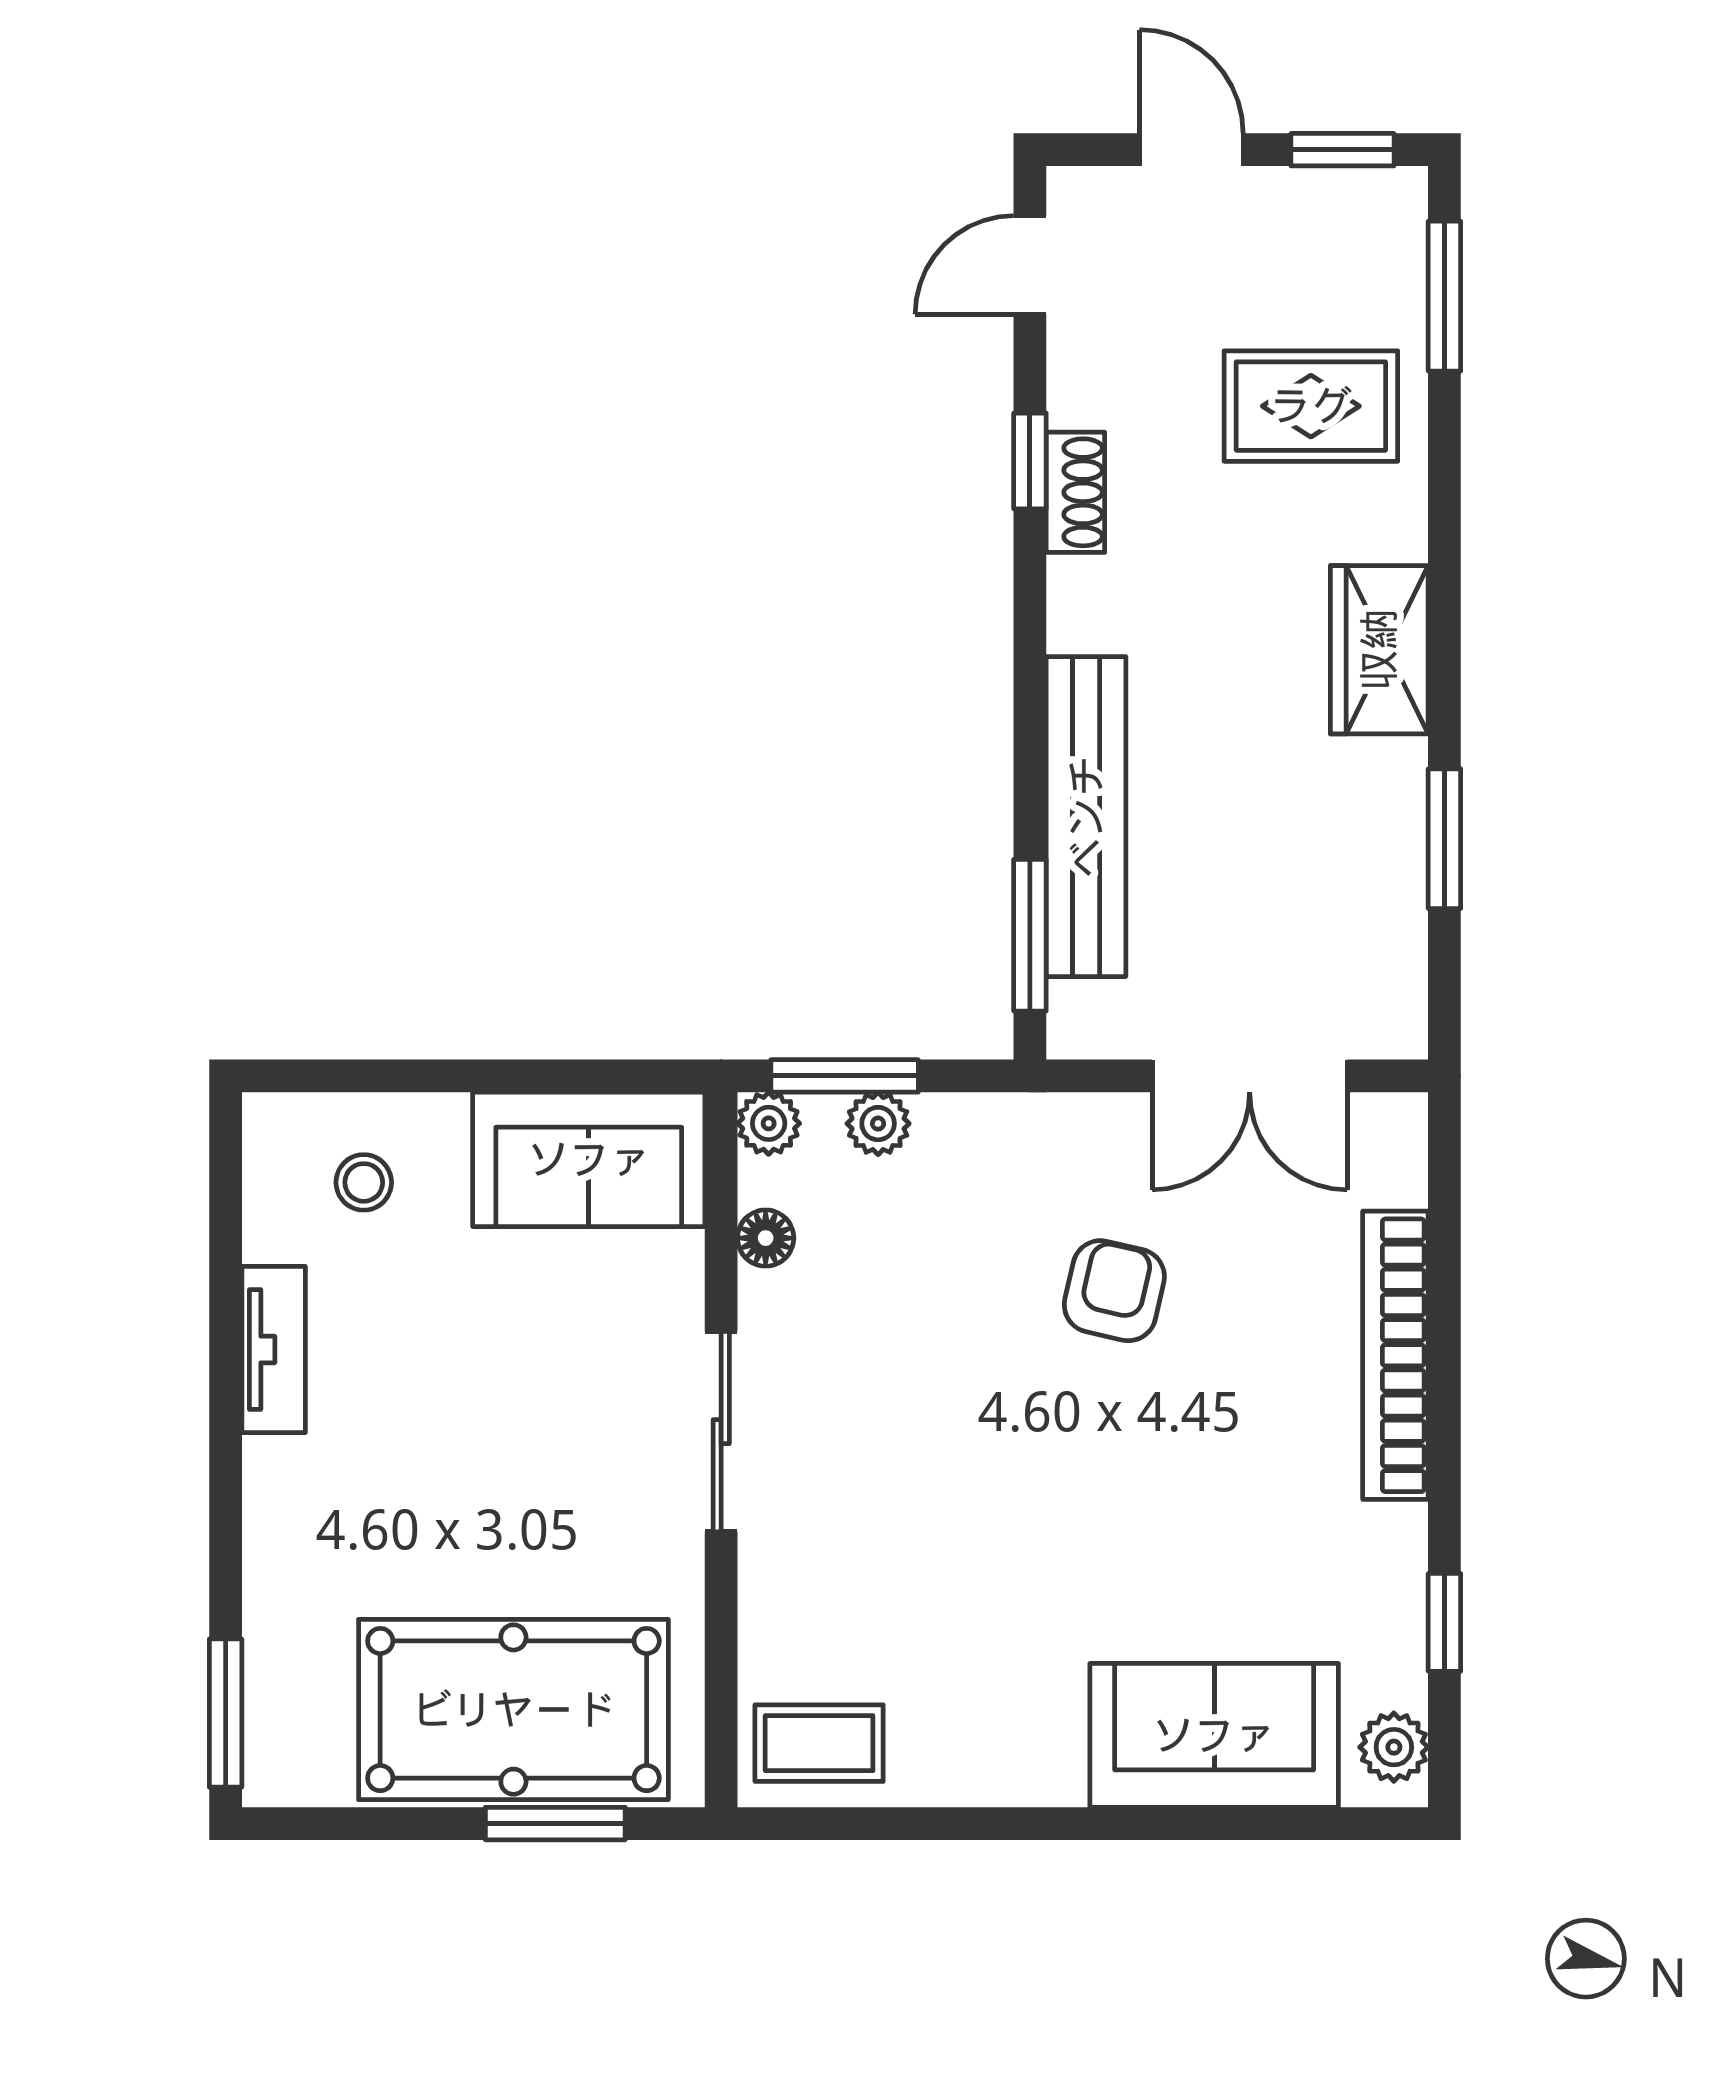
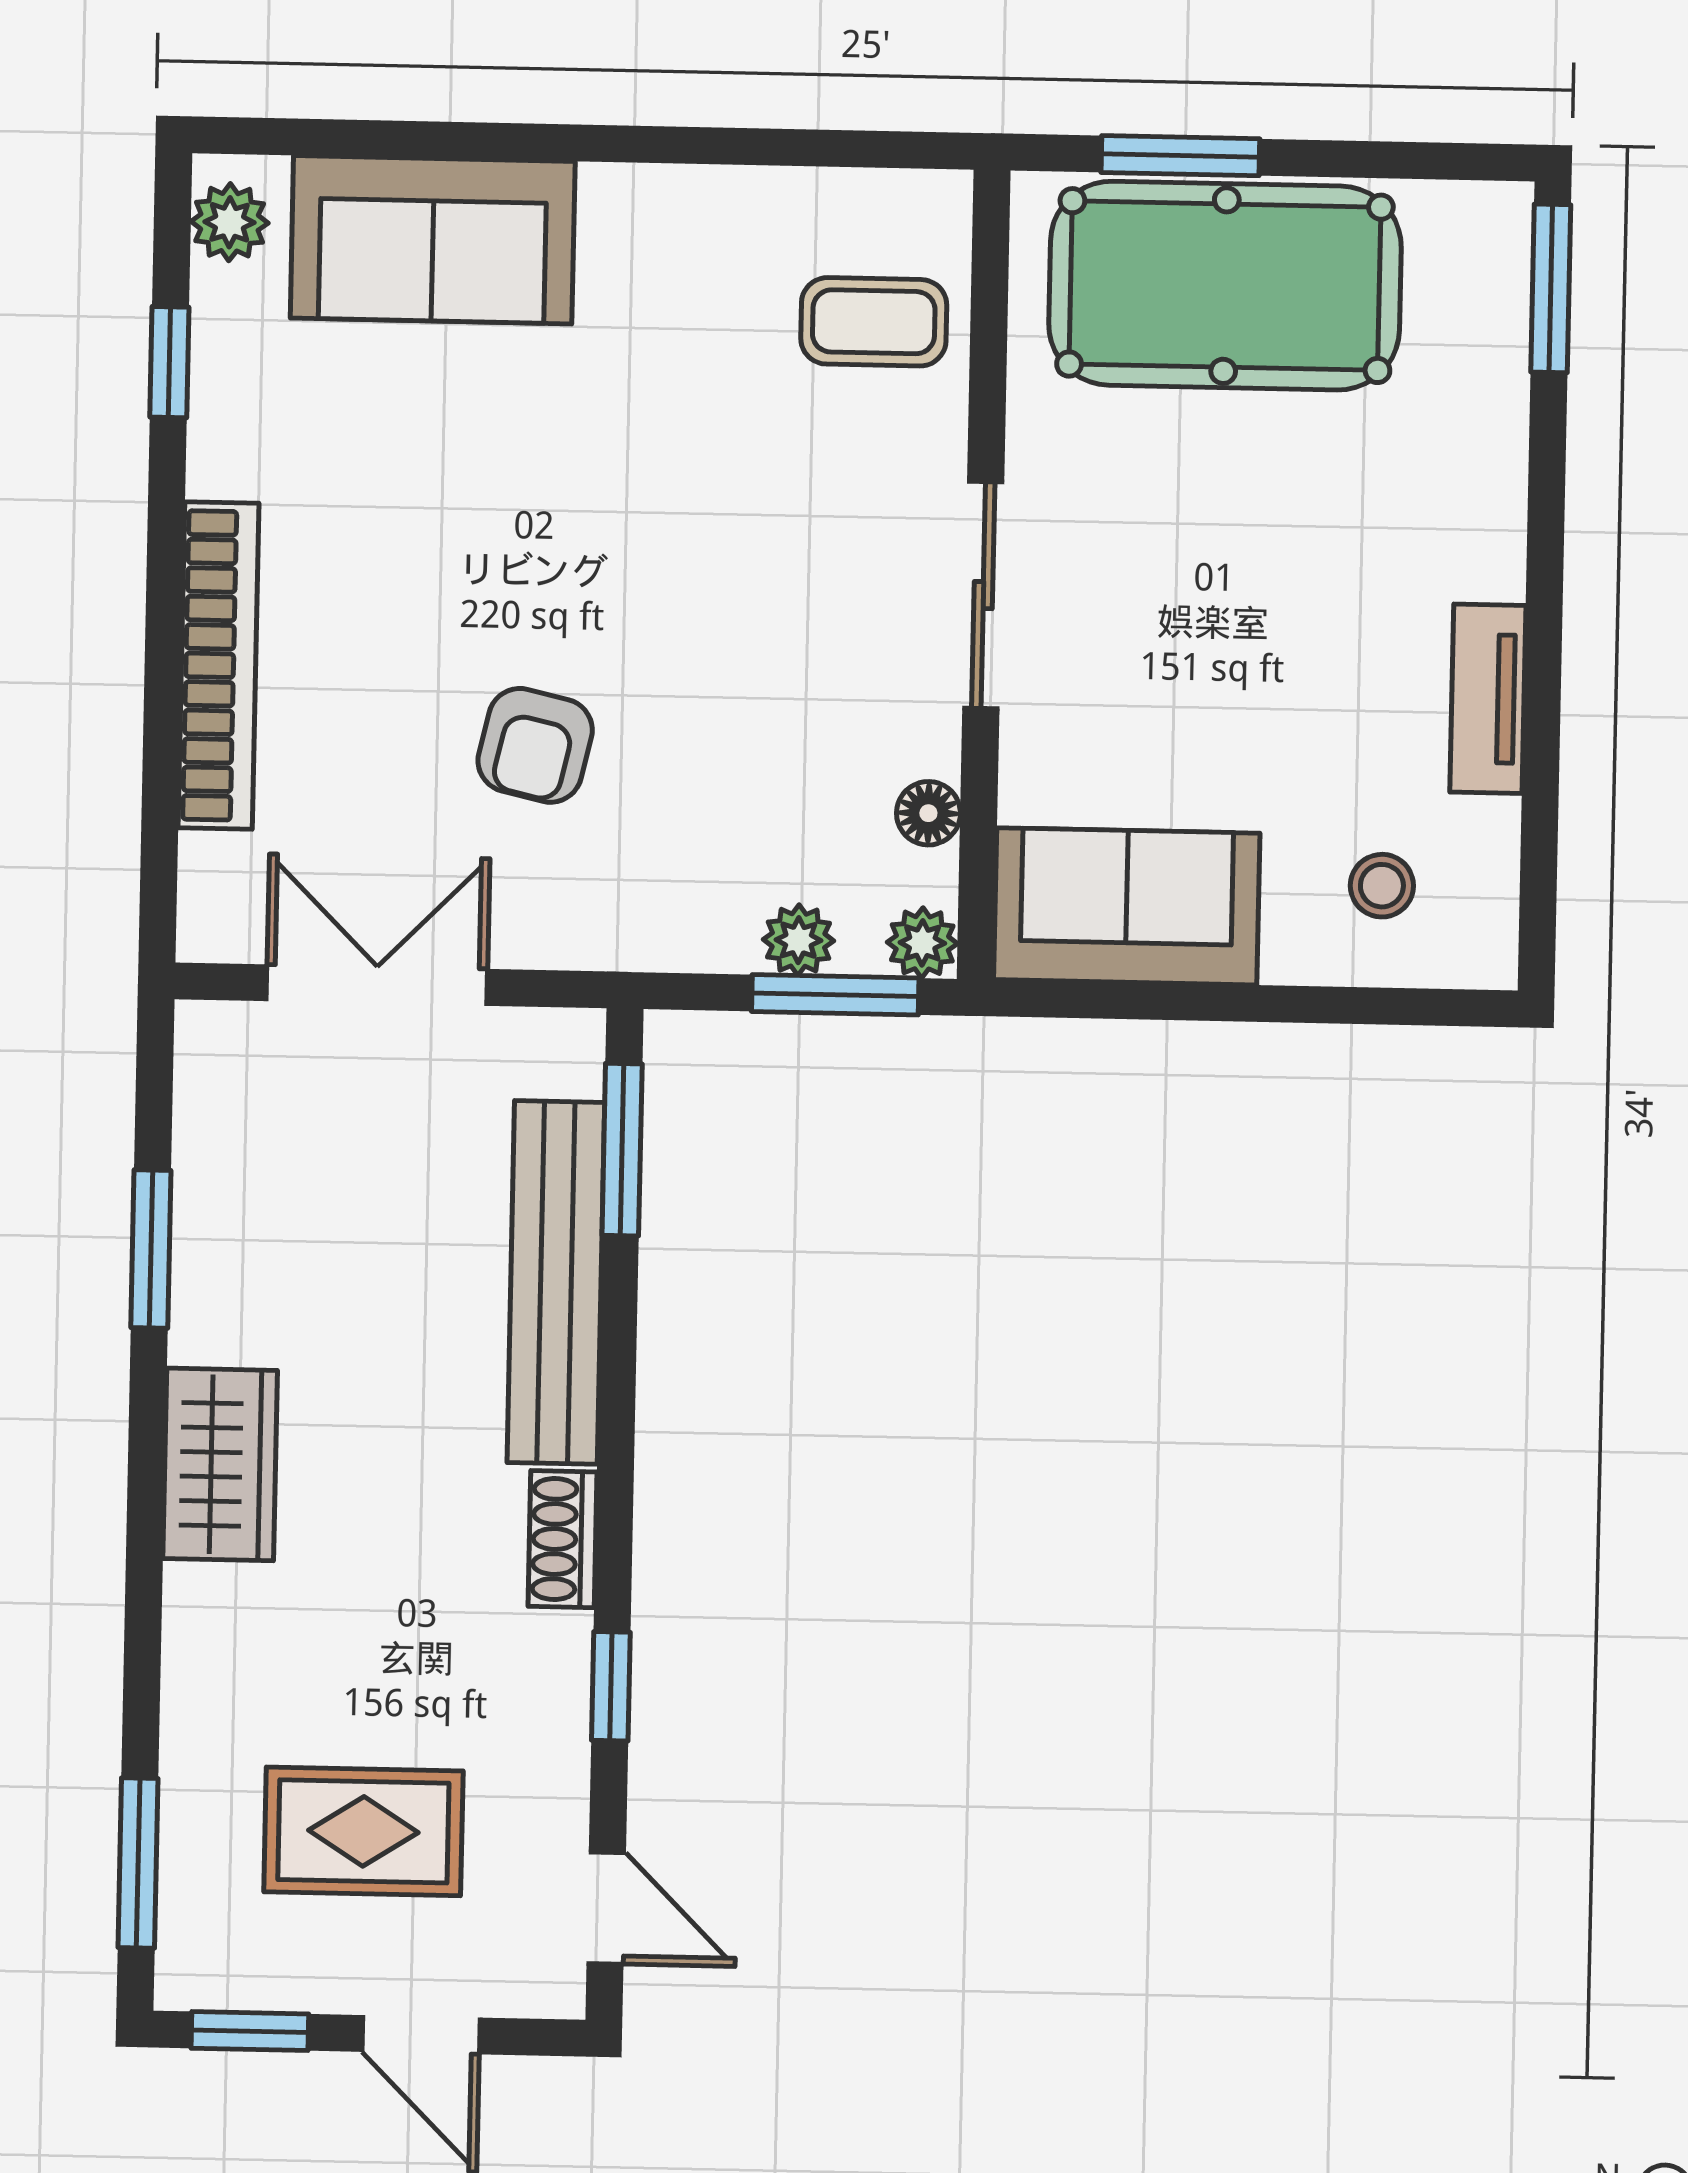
door: (1030, 265) -> (606, 1908), hinge flipped
rug: (1311, 406) -> (363, 1831), moved
shoe rack: (1075, 492) -> (562, 1539), moved
coffee table: (819, 1743) -> (874, 322), moved

